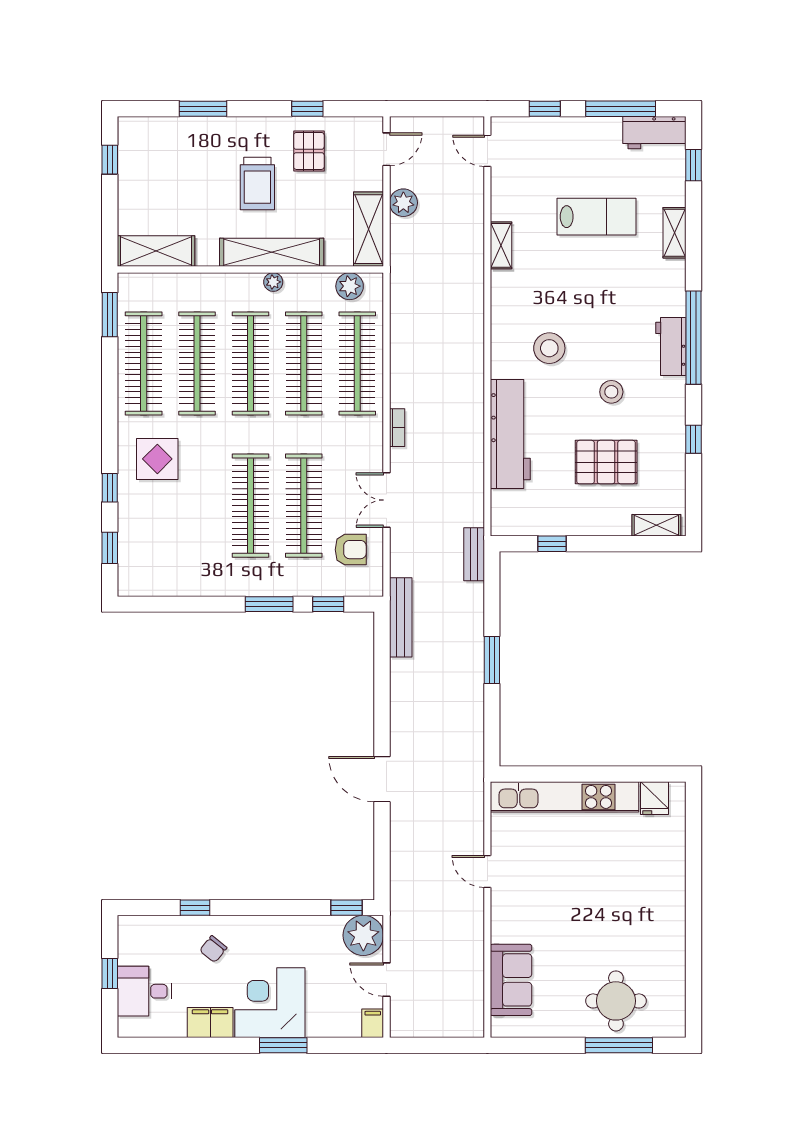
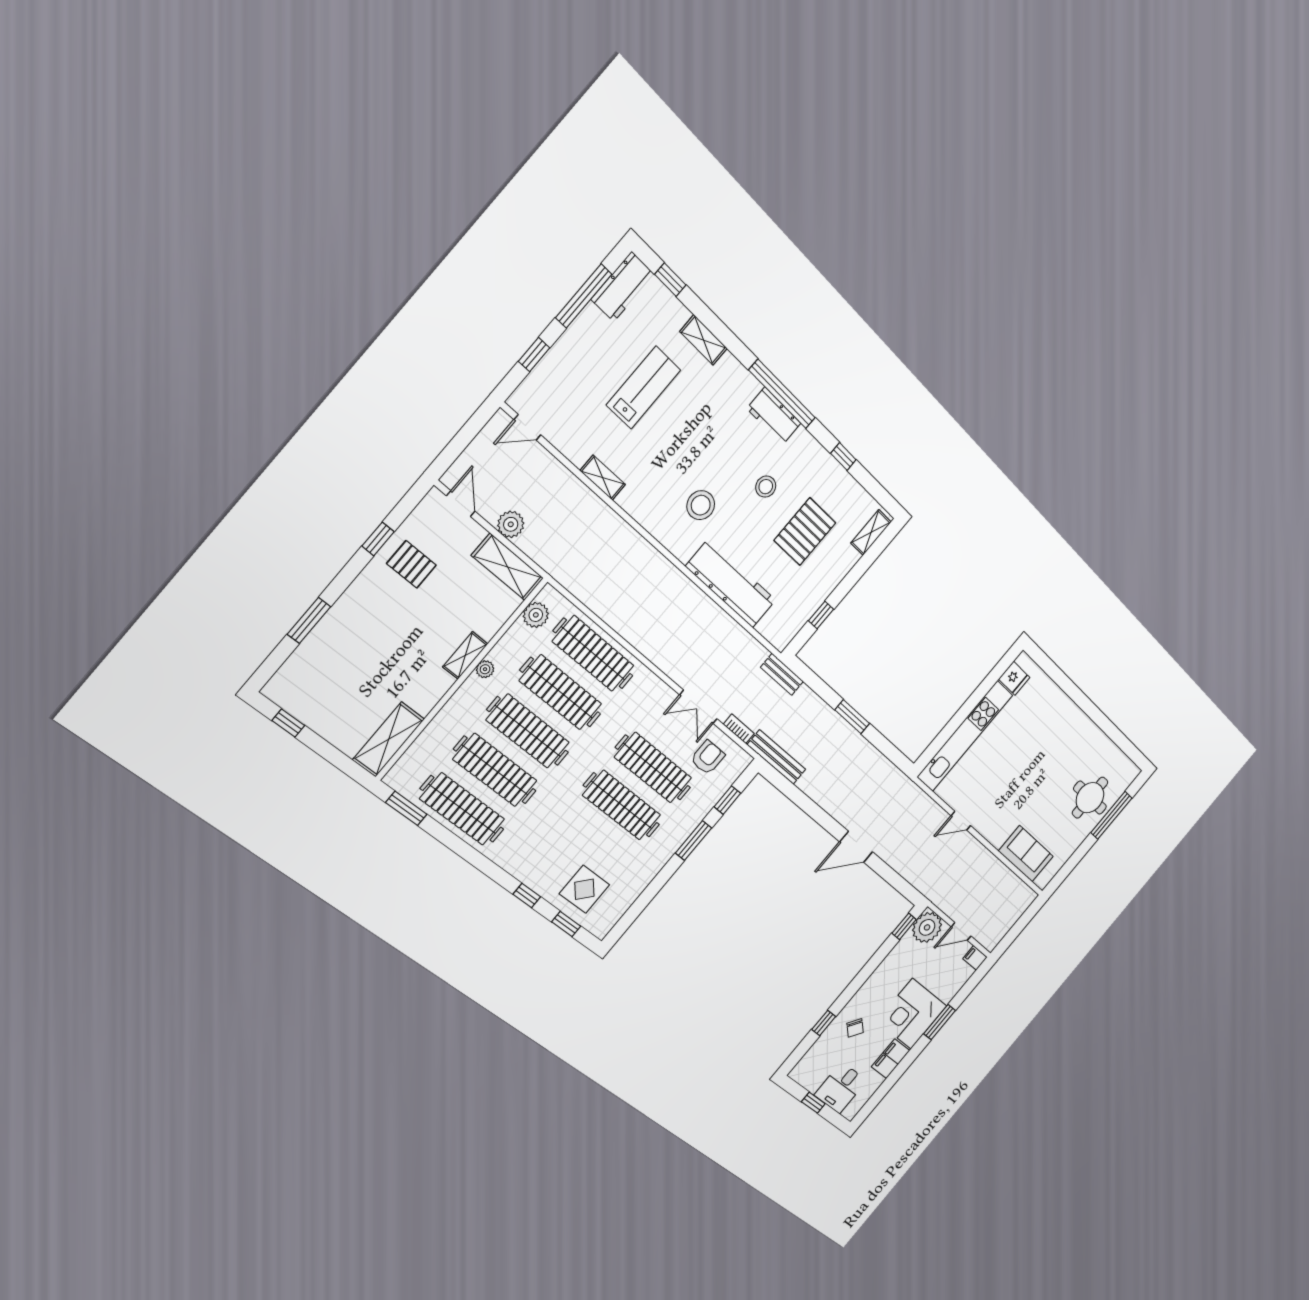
trolley: (257, 183) -> (403, 624), removed
shelving: (272, 252) -> (465, 655), width x0.45, depth x0.75
bookcase: (397, 428) -> (739, 729), moved
display table: (157, 459) -> (584, 889), moved

